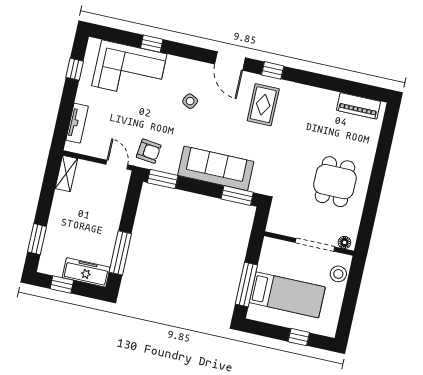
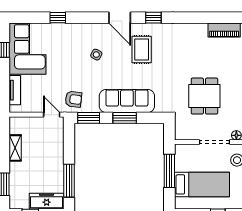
corner sofa: (129, 70) -> (27, 49), moved, turned -90
rug: (263, 105) -> (142, 49), moved
shelving: (66, 174) -> (15, 148), moved
dining table: (335, 182) -> (204, 96), moved
window: (237, 196) -> (125, 118), moved
window: (246, 284) -> (169, 171), moved

